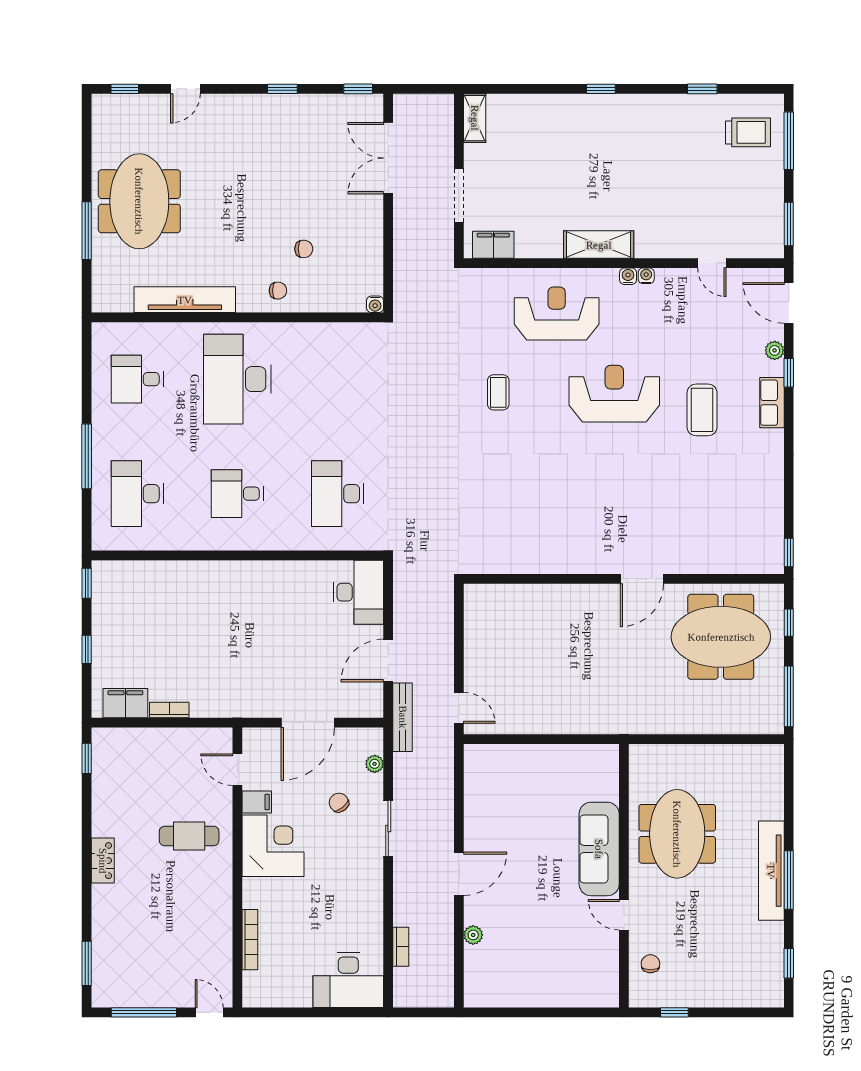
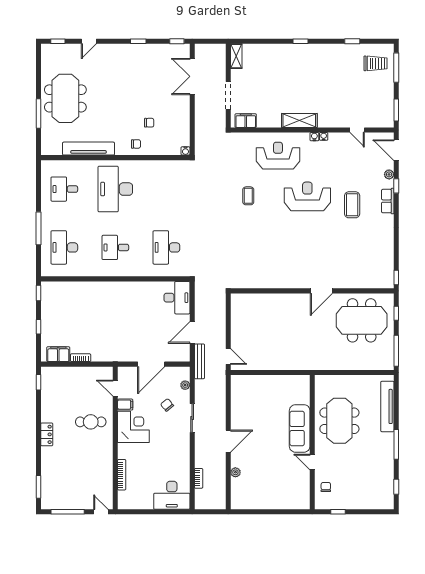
tv unit: (771, 871) -> (387, 406), moved

